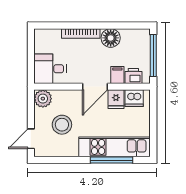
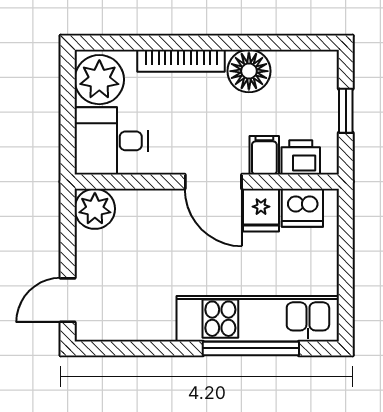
plant: (45, 42) -> (99, 80), added
window: (153, 55) -> (346, 111), width x0.46
door: (95, 87) -> (213, 182), hinge flipped
stool: (62, 125) -> (138, 268), removed

